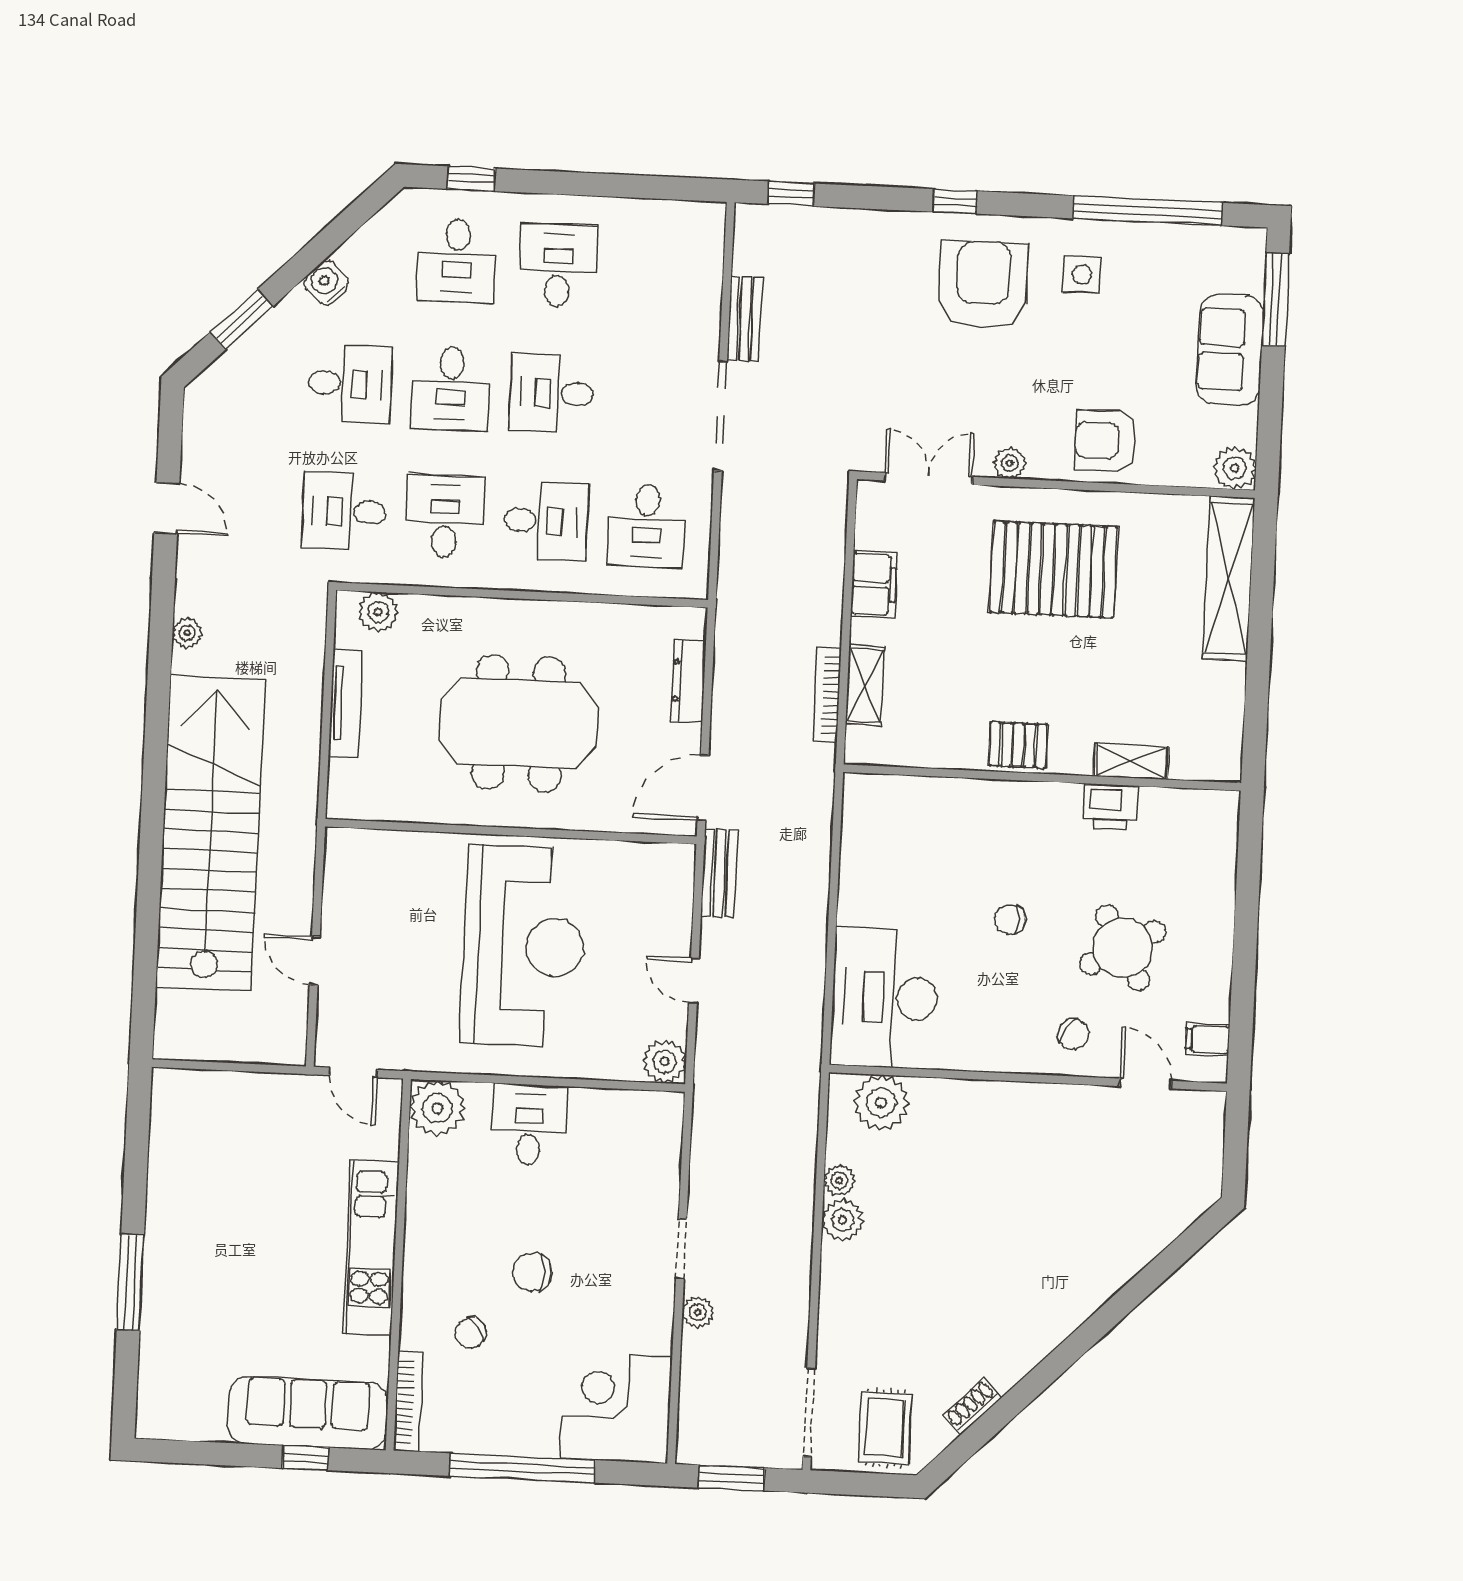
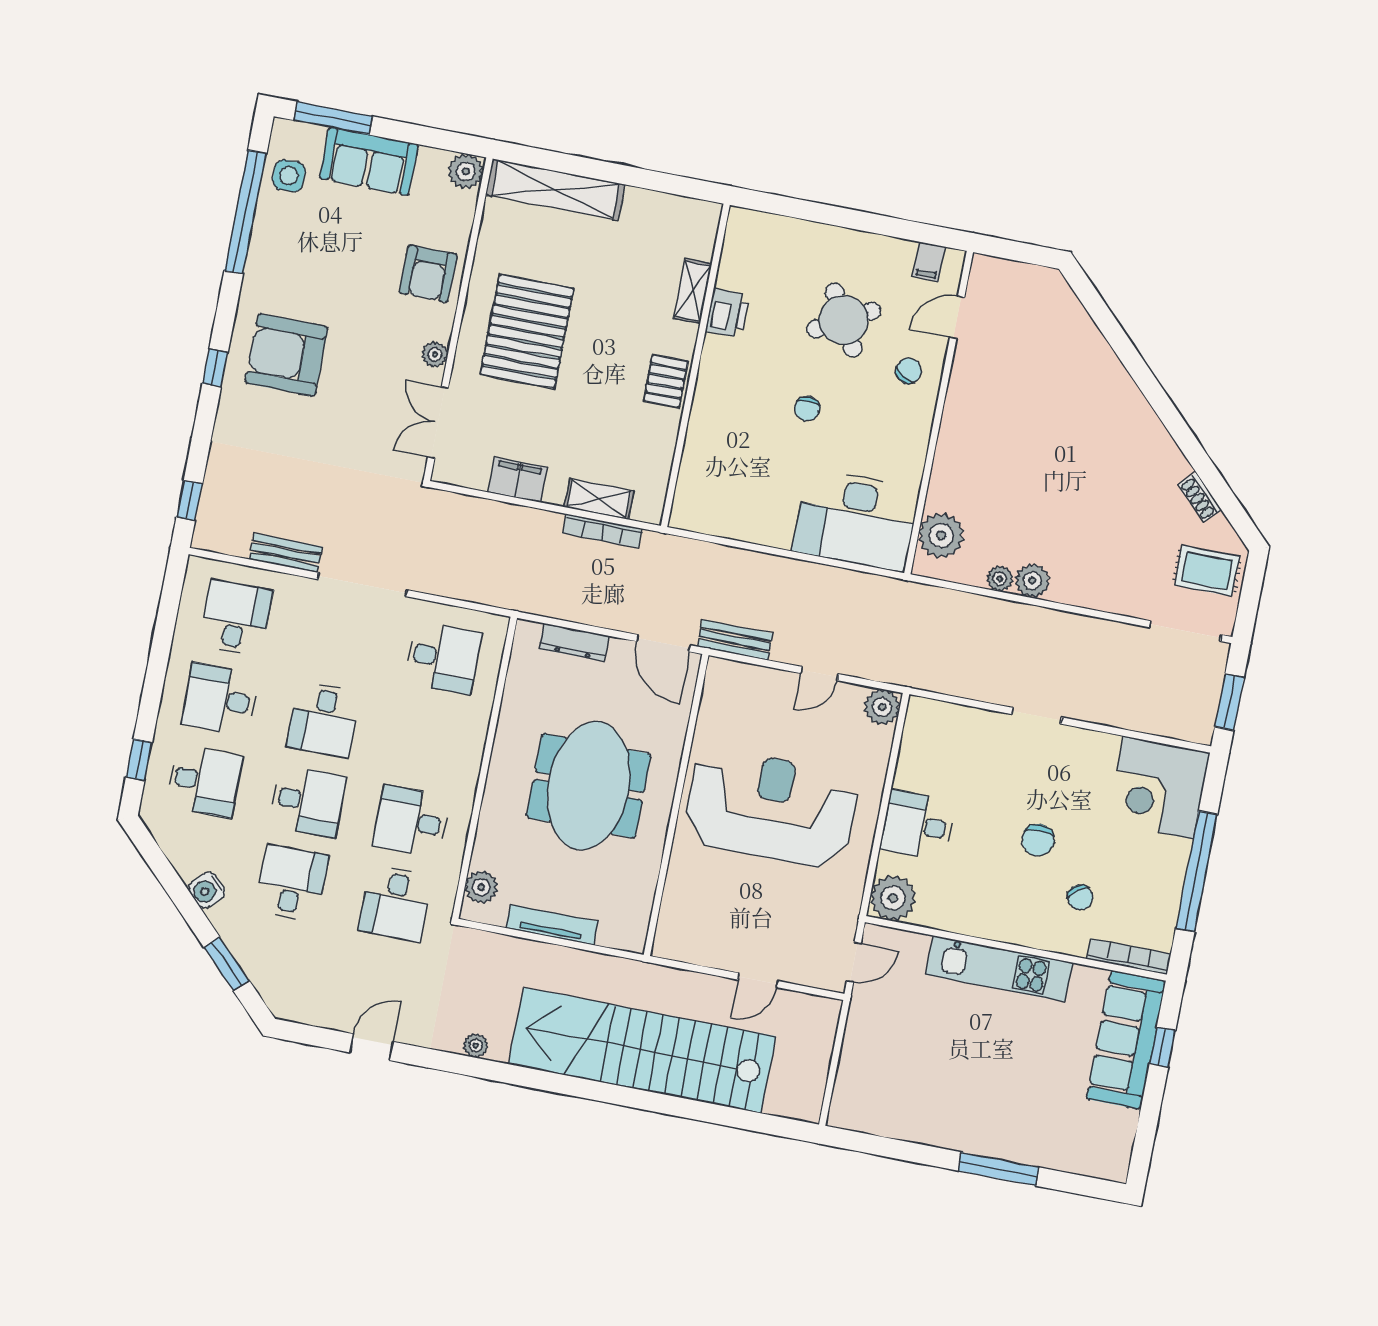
side table: (1082, 275) -> (289, 176), moved
desk: (546, 521) -> (236, 618), moved
plant: (698, 1312) -> (1090, 710), removed

